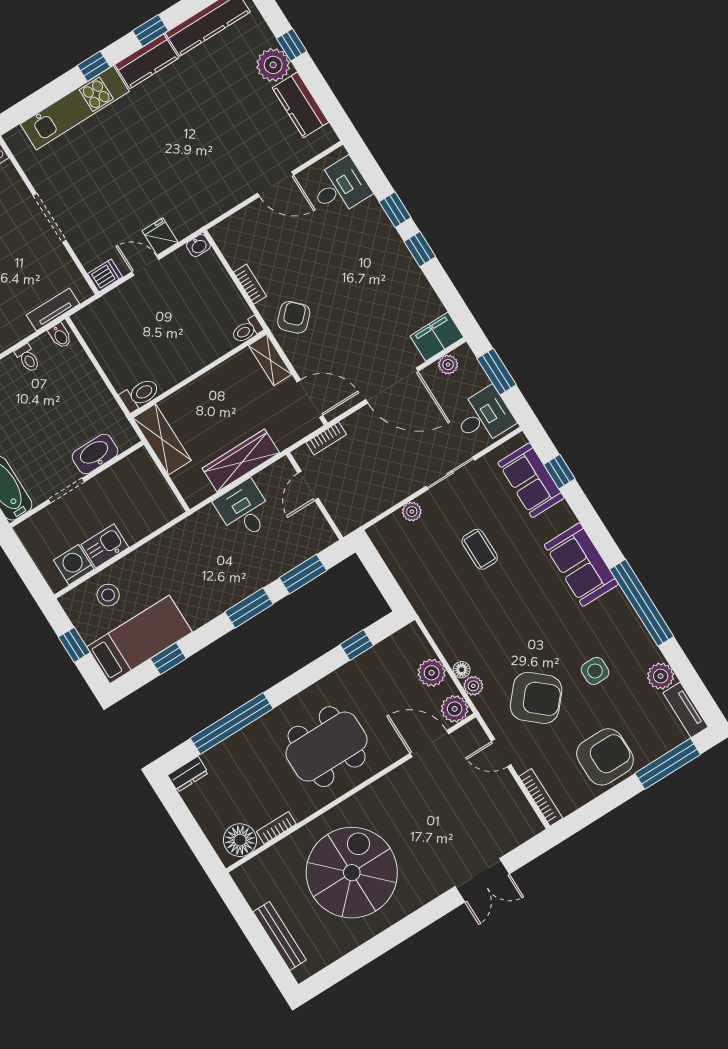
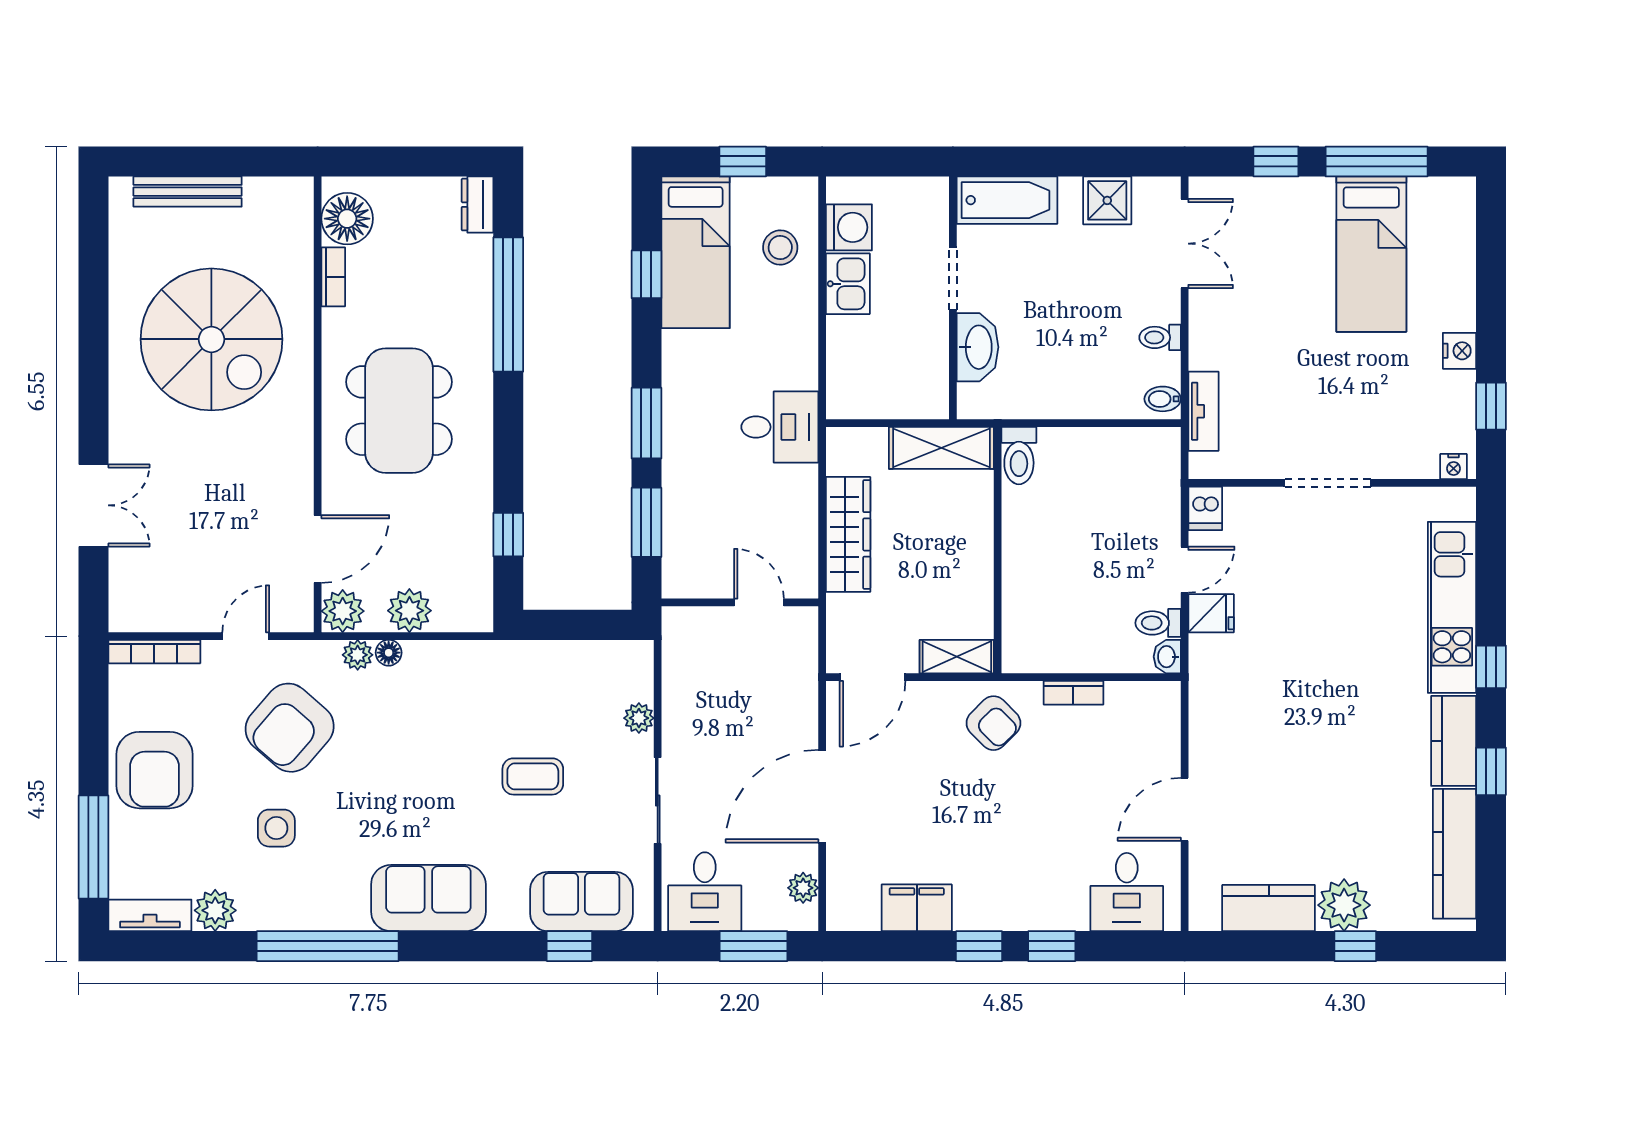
toilet: (247, 330) -> (1158, 623), moved, turned -90
filing cabinet: (437, 337) -> (917, 908), moved, turned -90
bookcase: (326, 438) -> (806, 666), removed
desk: (244, 510) -> (780, 427), moved
double door: (482, 880) -> (93, 505), swing flipped

